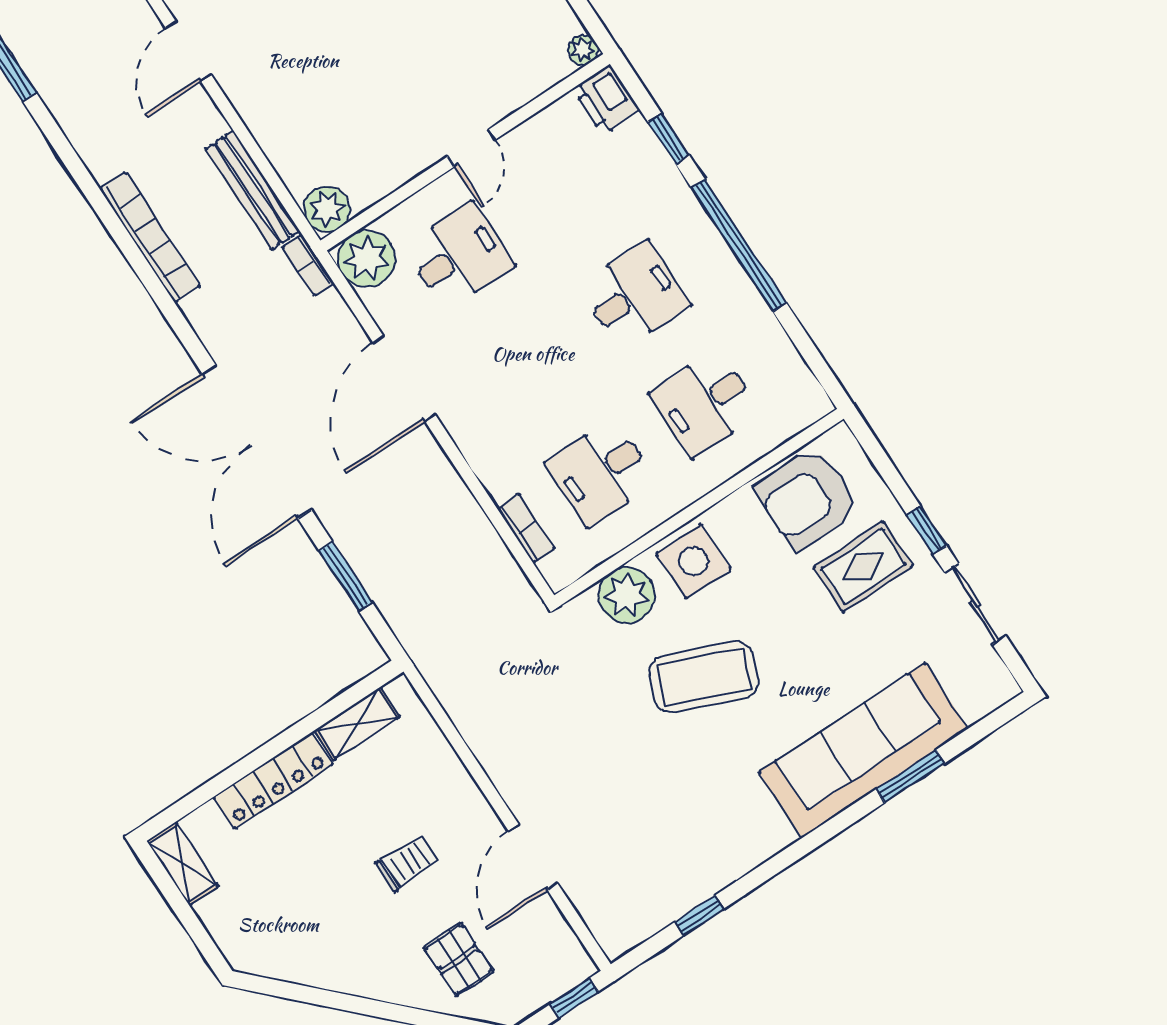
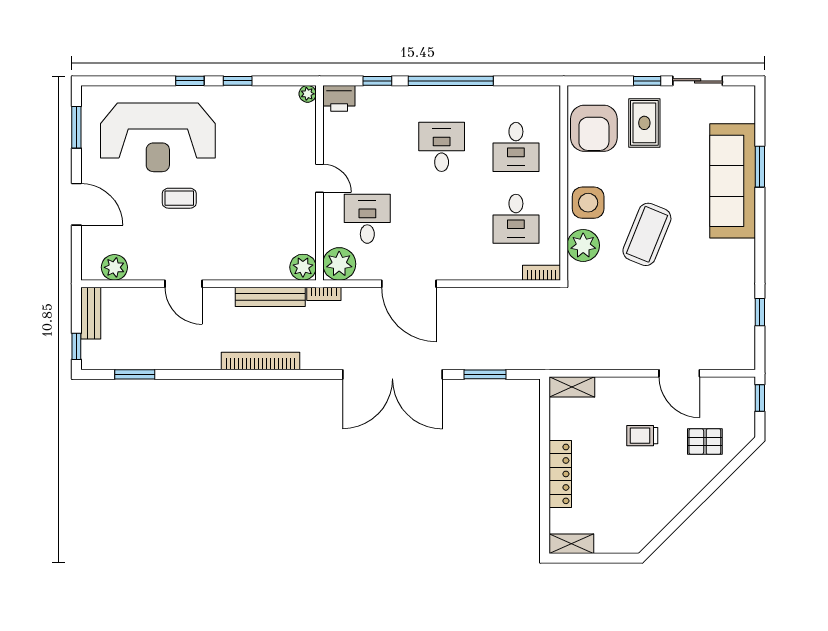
bookcase: (526, 528) -> (542, 273), moved
shelving: (357, 724) -> (572, 387), moved, turned 90
trolley: (407, 863) -> (642, 436), turned -90

